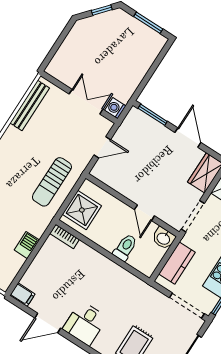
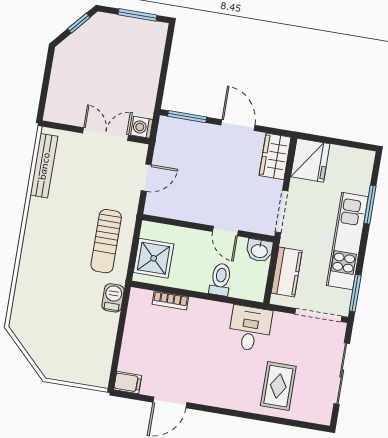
bookcase: (65, 236) -> (170, 300), moved
barbecue: (27, 245) -> (113, 298), moved
desk: (85, 323) -> (250, 329), moved, turned 180

